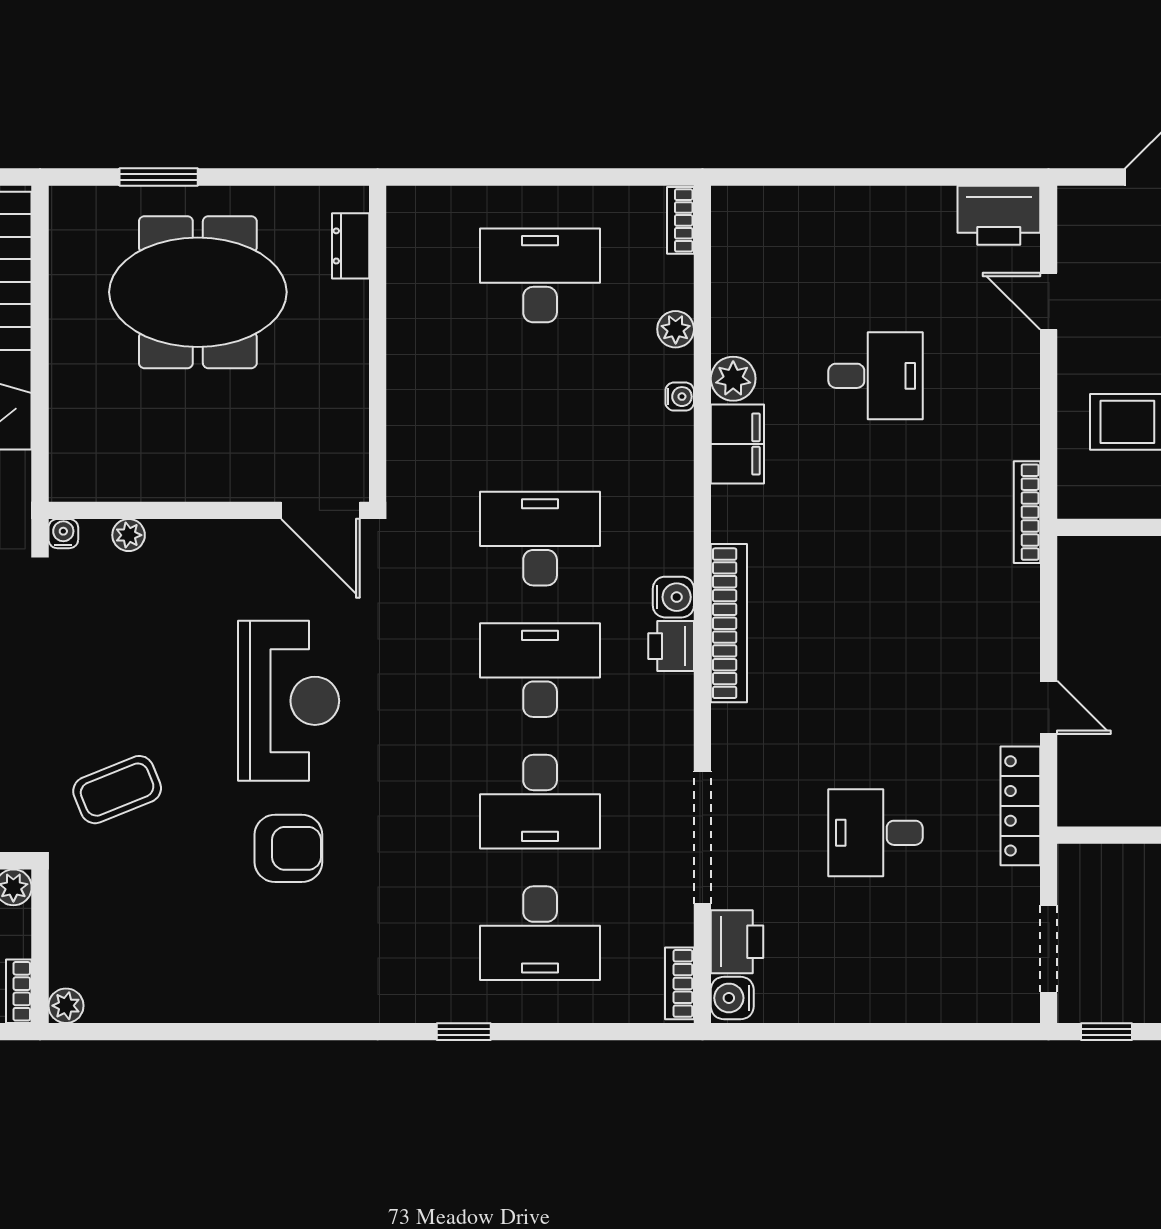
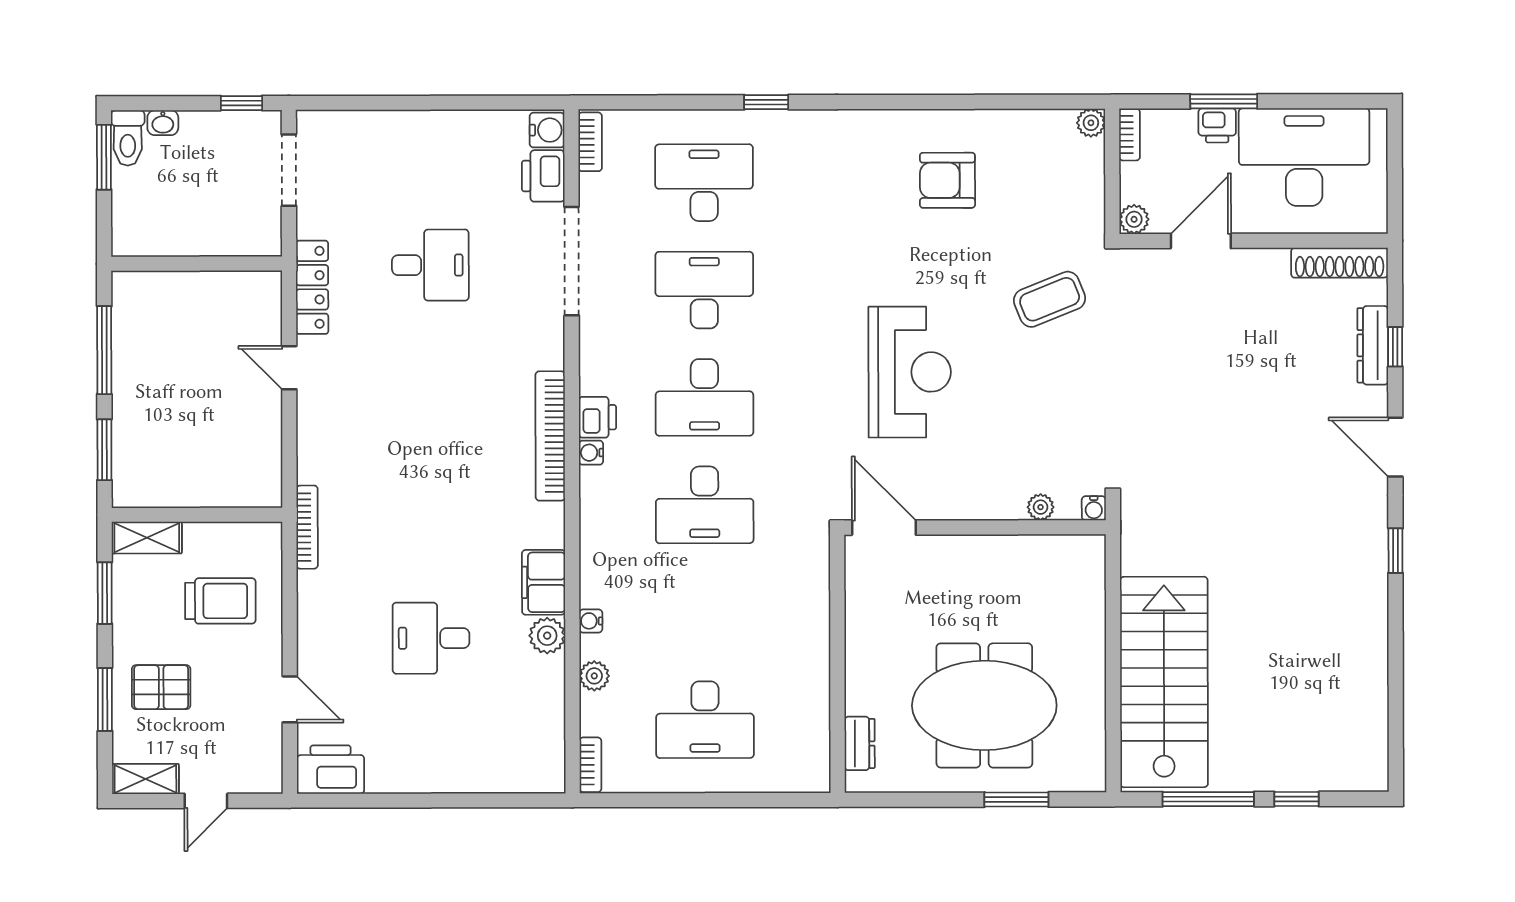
water cooler: (673, 597) -> (591, 453), width x0.72, depth x0.72
reception desk: (289, 701) -> (910, 372), turned 180
armchair: (288, 848) -> (947, 180), moved

